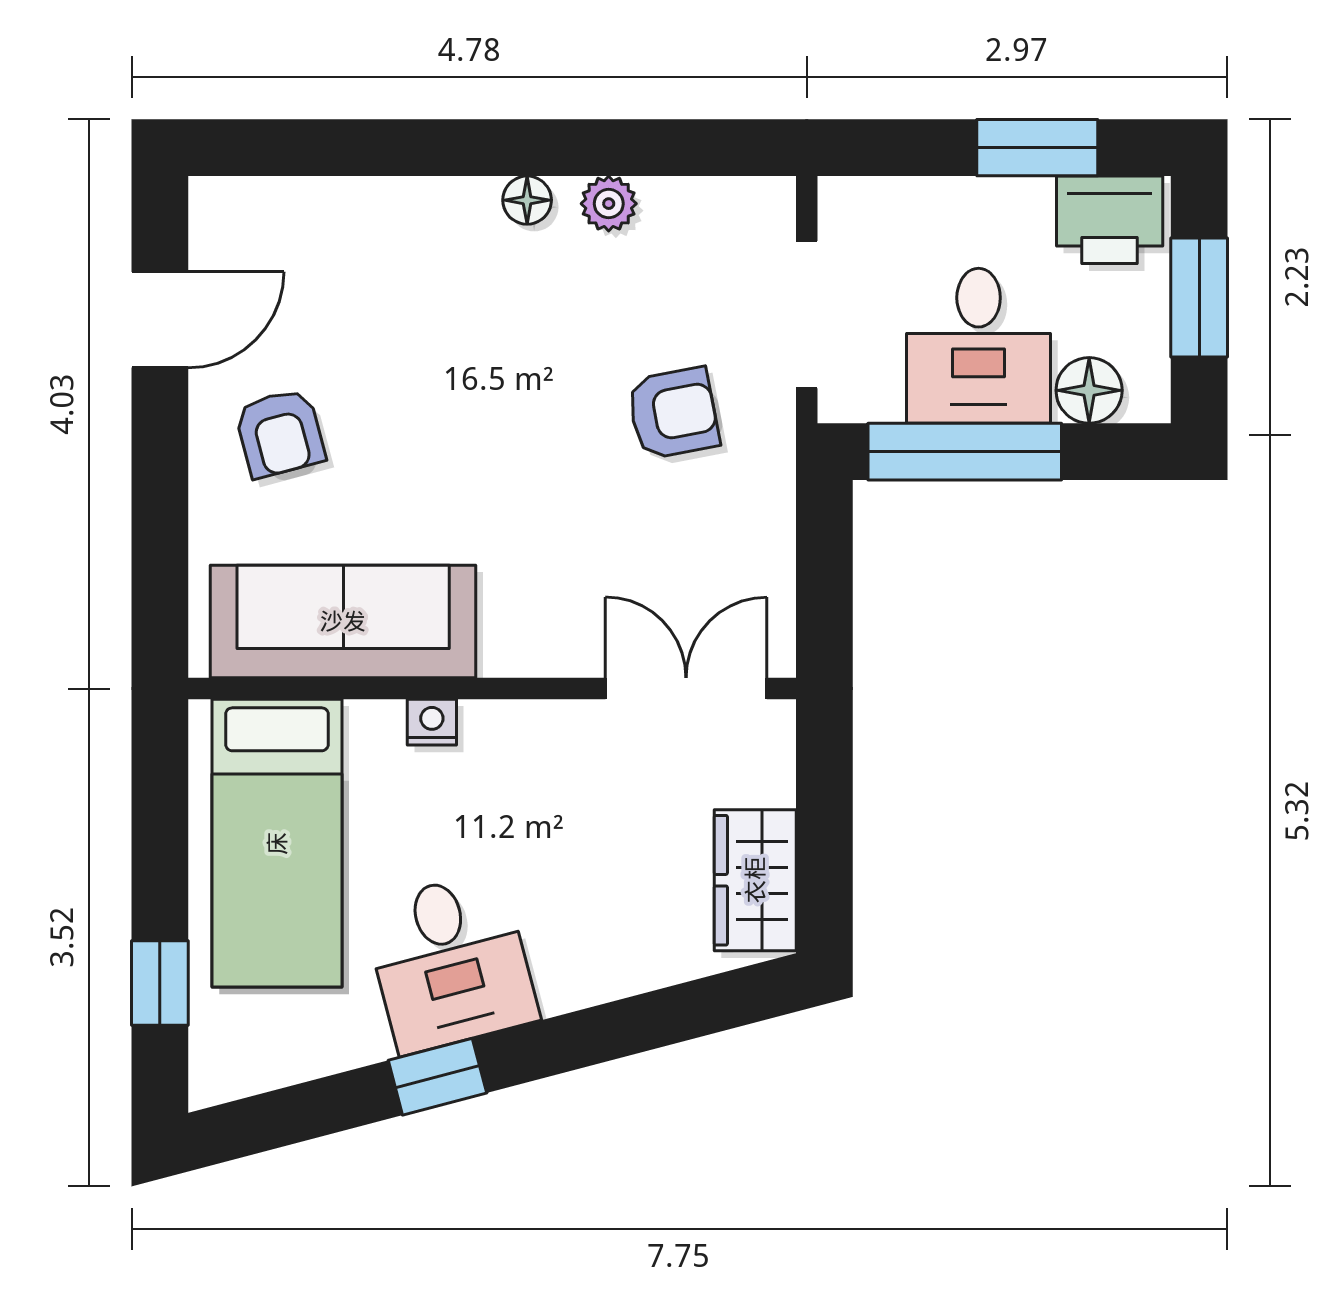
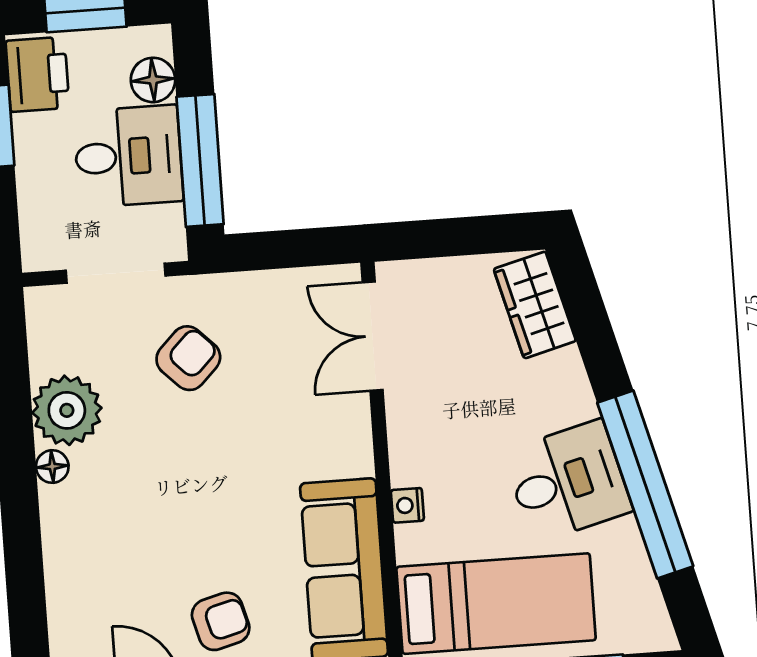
plant: (609, 204) -> (67, 410), width x1.88, depth x1.88
armchair: (673, 413) -> (188, 358), turned 56
wardrobe: (755, 880) -> (535, 305), moved, turned 75
window: (437, 1077) -> (645, 484), width x3.17

